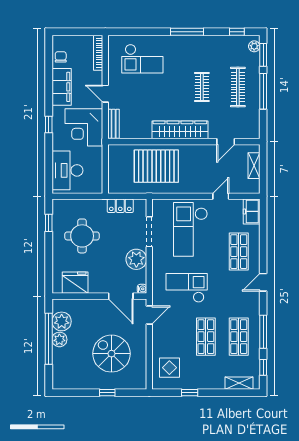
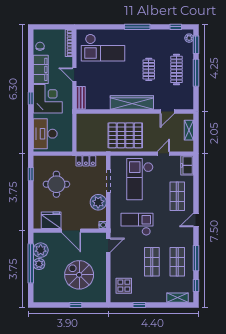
checkout: (142, 59) -> (103, 48), width x1.36, depth x1.21
corner desk: (84, 127) -> (48, 99), moved, turned 180
pallet: (156, 166) -> (125, 135), moved
door: (121, 296) -> (71, 231), moved

